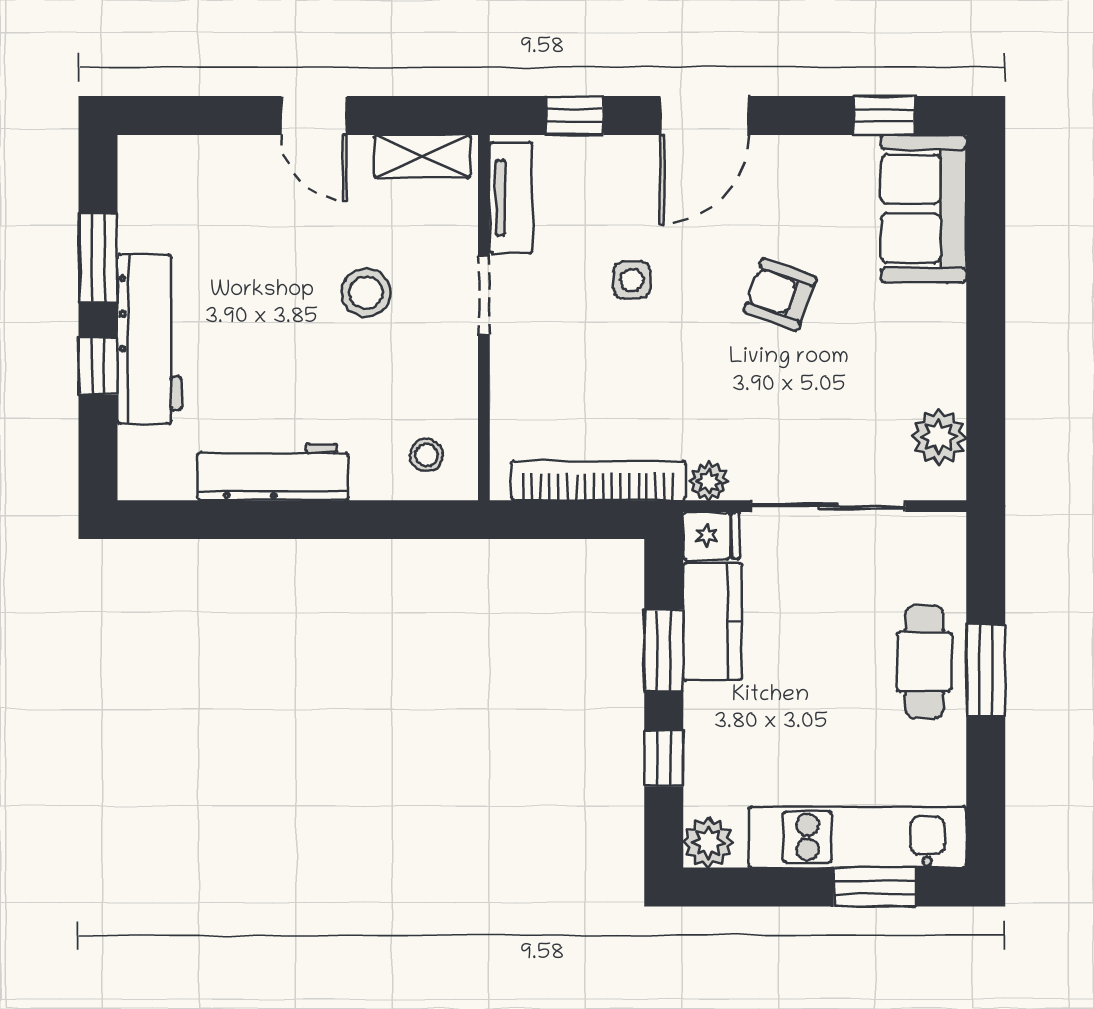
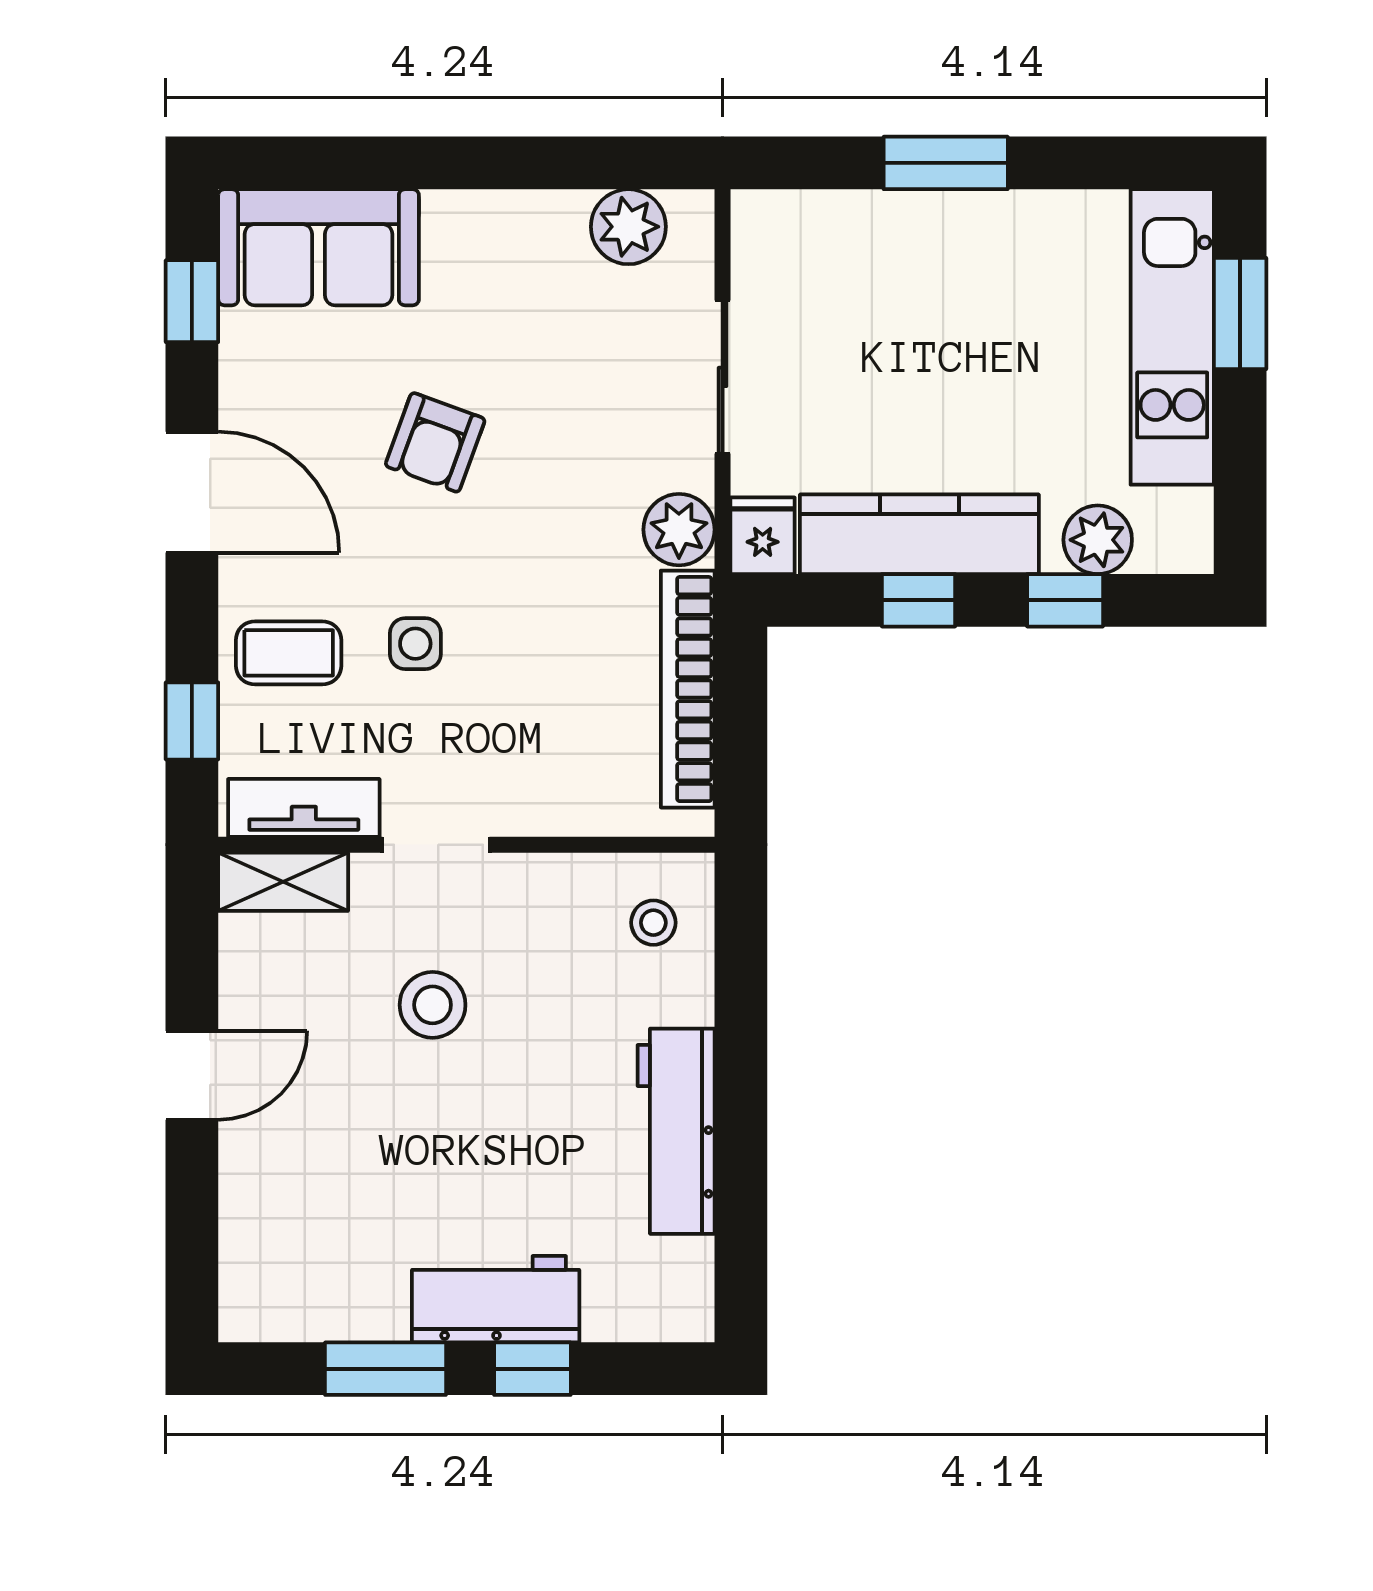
door: (704, 115) -> (192, 492), moved
shelving: (422, 156) -> (283, 882), moved, turned 90
coffee table: (625, 187) -> (289, 653), added
workbench: (149, 339) -> (496, 1299), width x0.73
plant: (709, 481) -> (679, 530), width x1.38, depth x1.38
sliding door: (828, 506) -> (723, 377), width x0.73
kitchen counter: (712, 622) -> (919, 534), width x1.50
window: (664, 650) -> (918, 600), width x0.67
cafe table: (924, 662) -> (934, 246), removed
plant: (708, 842) -> (1098, 540), moved

